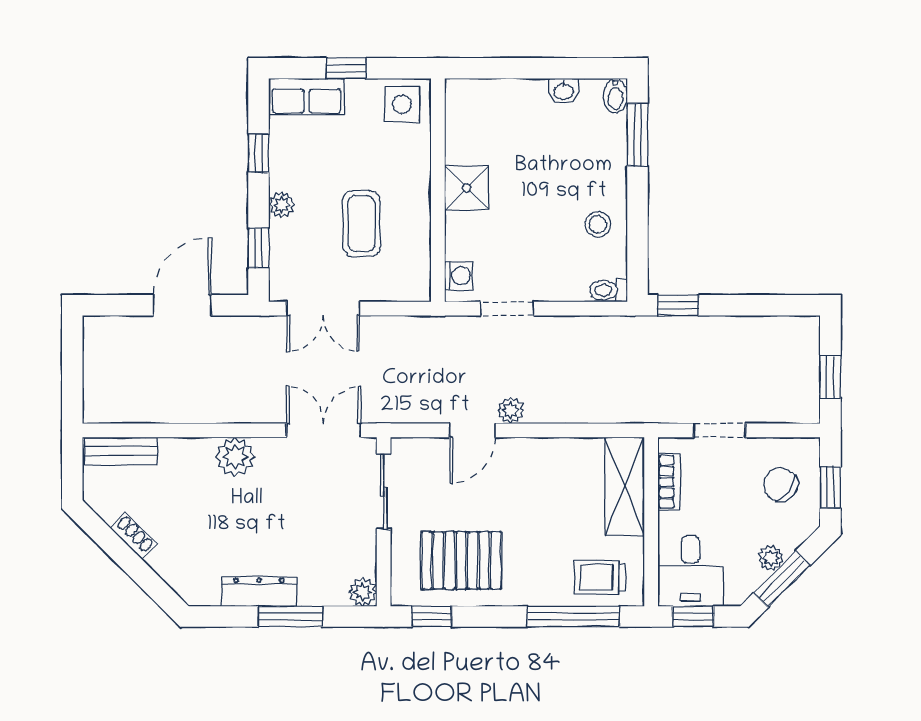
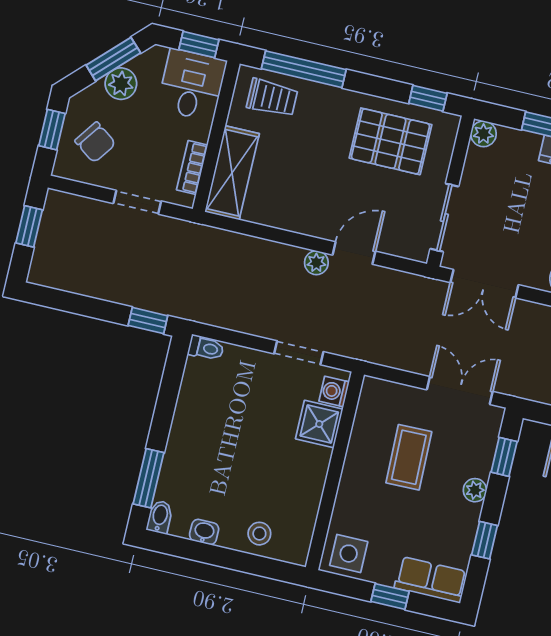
shower: (467, 188) -> (319, 424), moved
stool: (598, 224) -> (259, 534), moved
plant: (771, 558) -> (121, 84), width x1.38, depth x1.38

